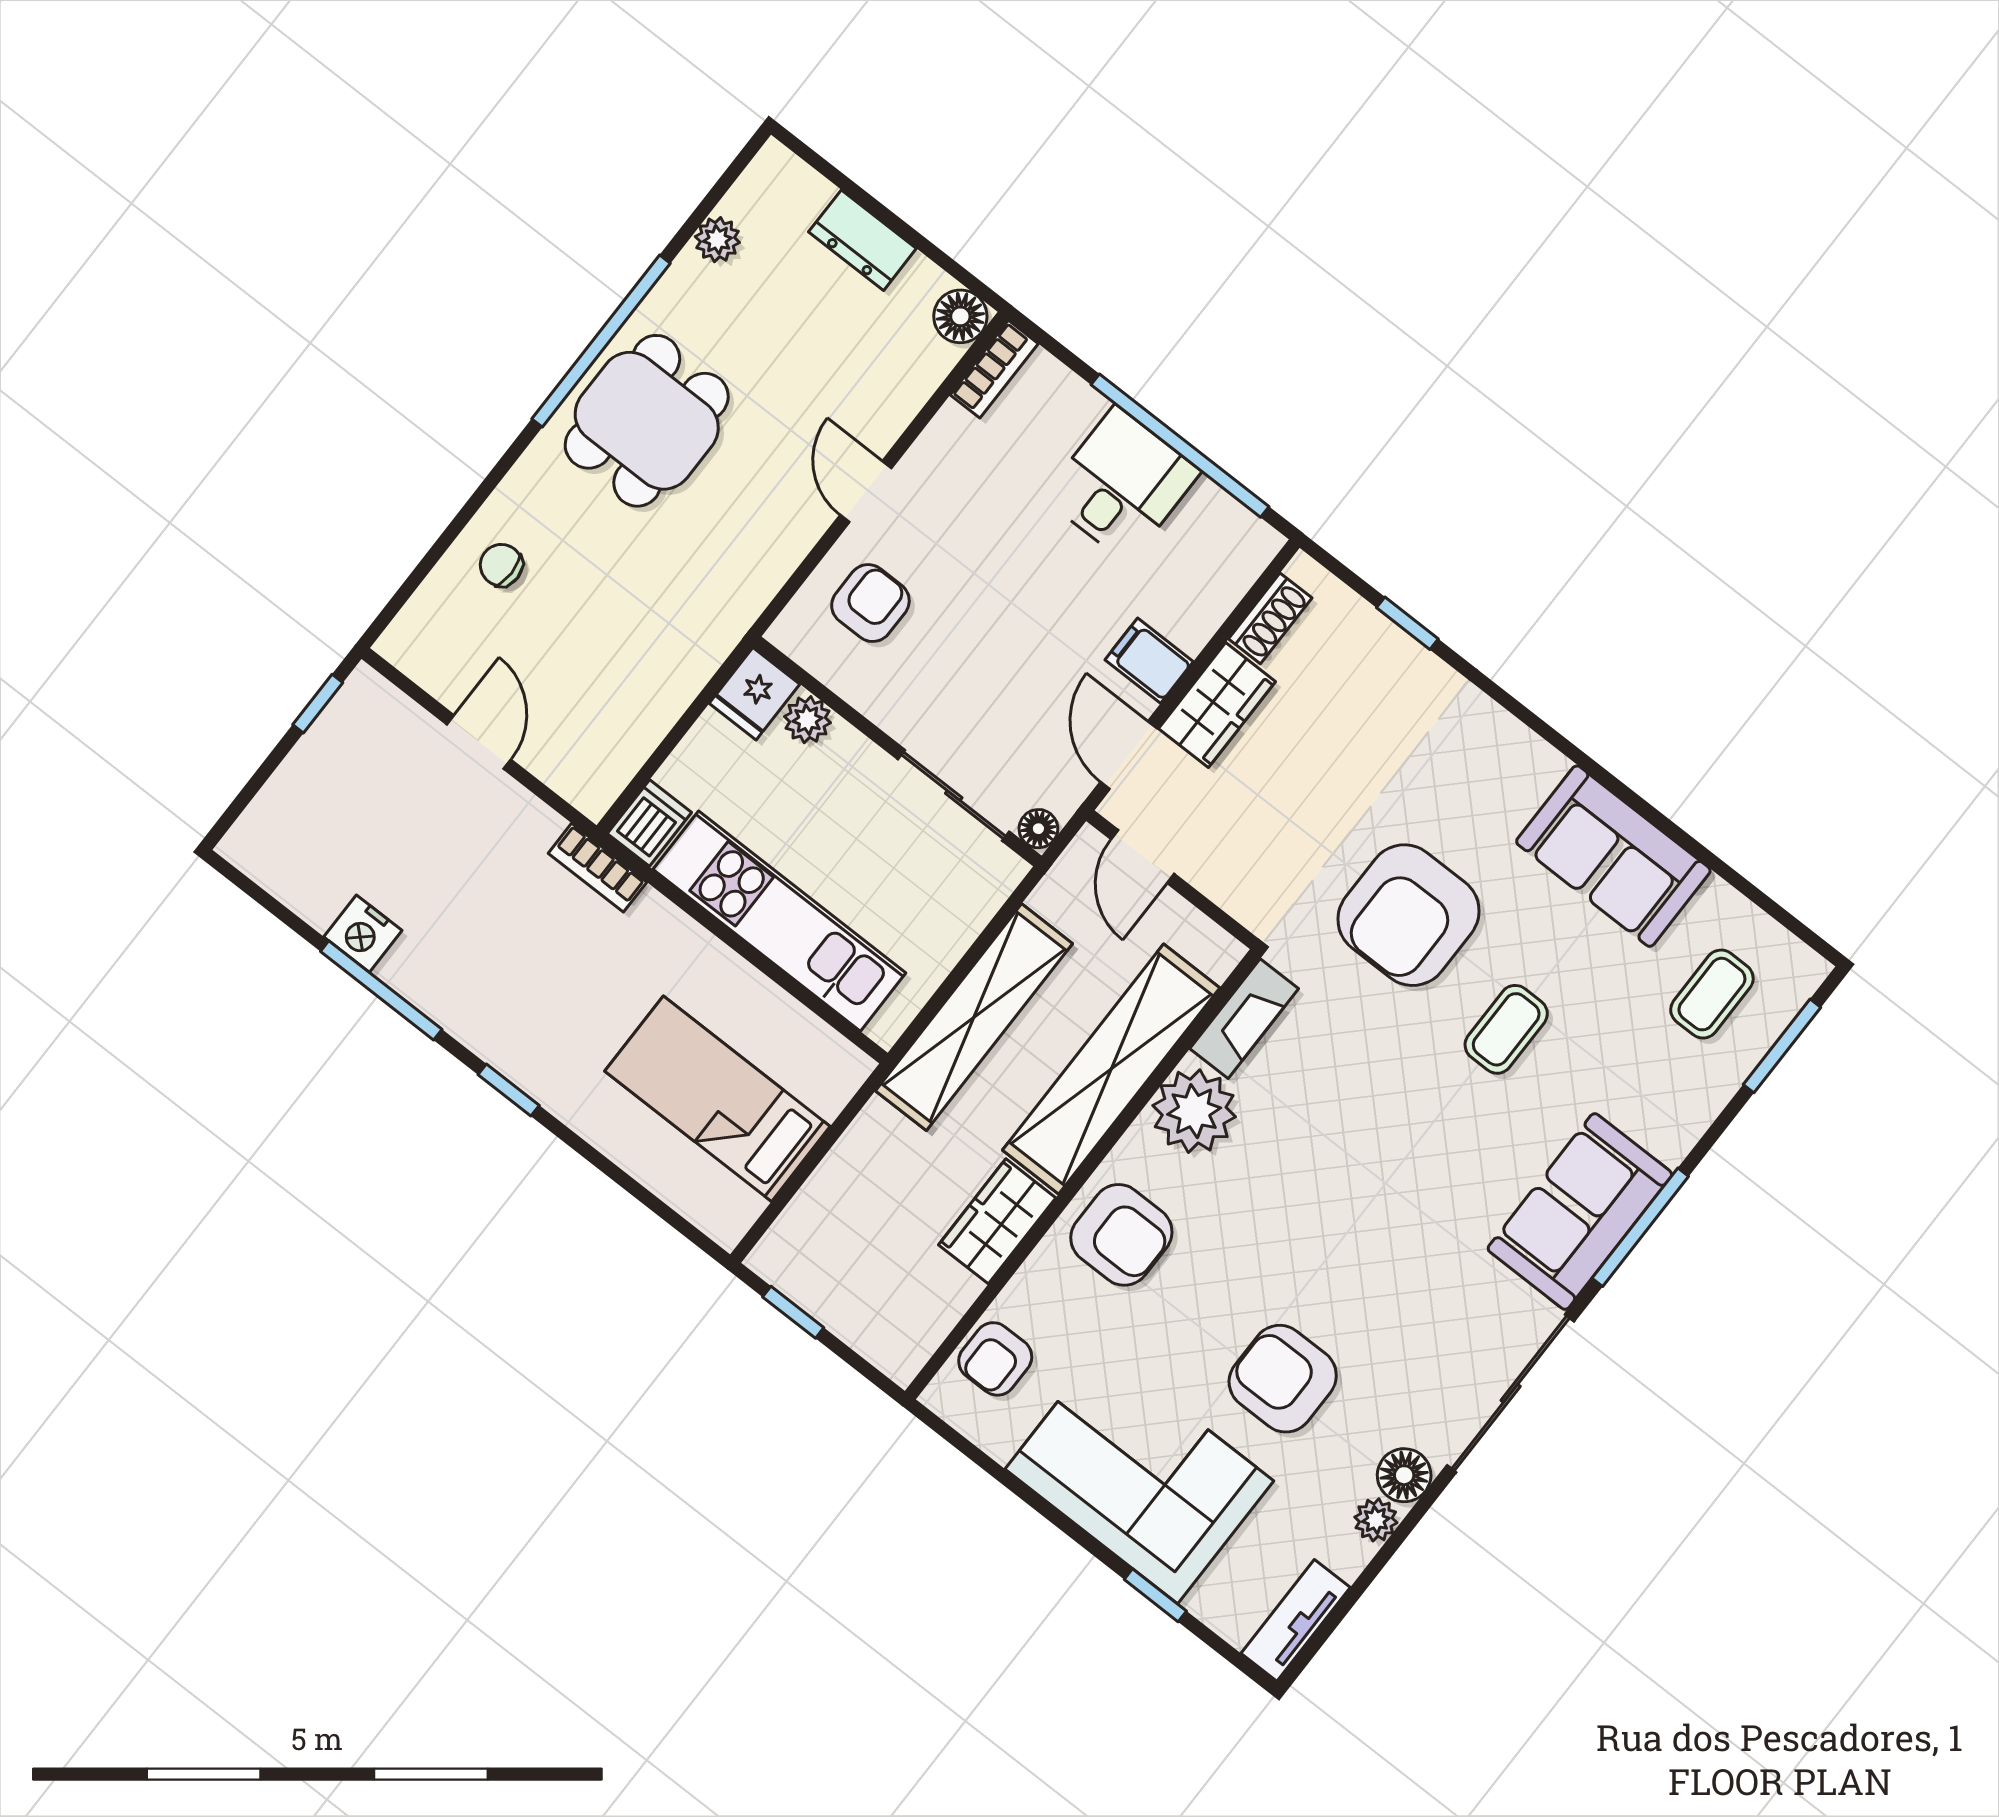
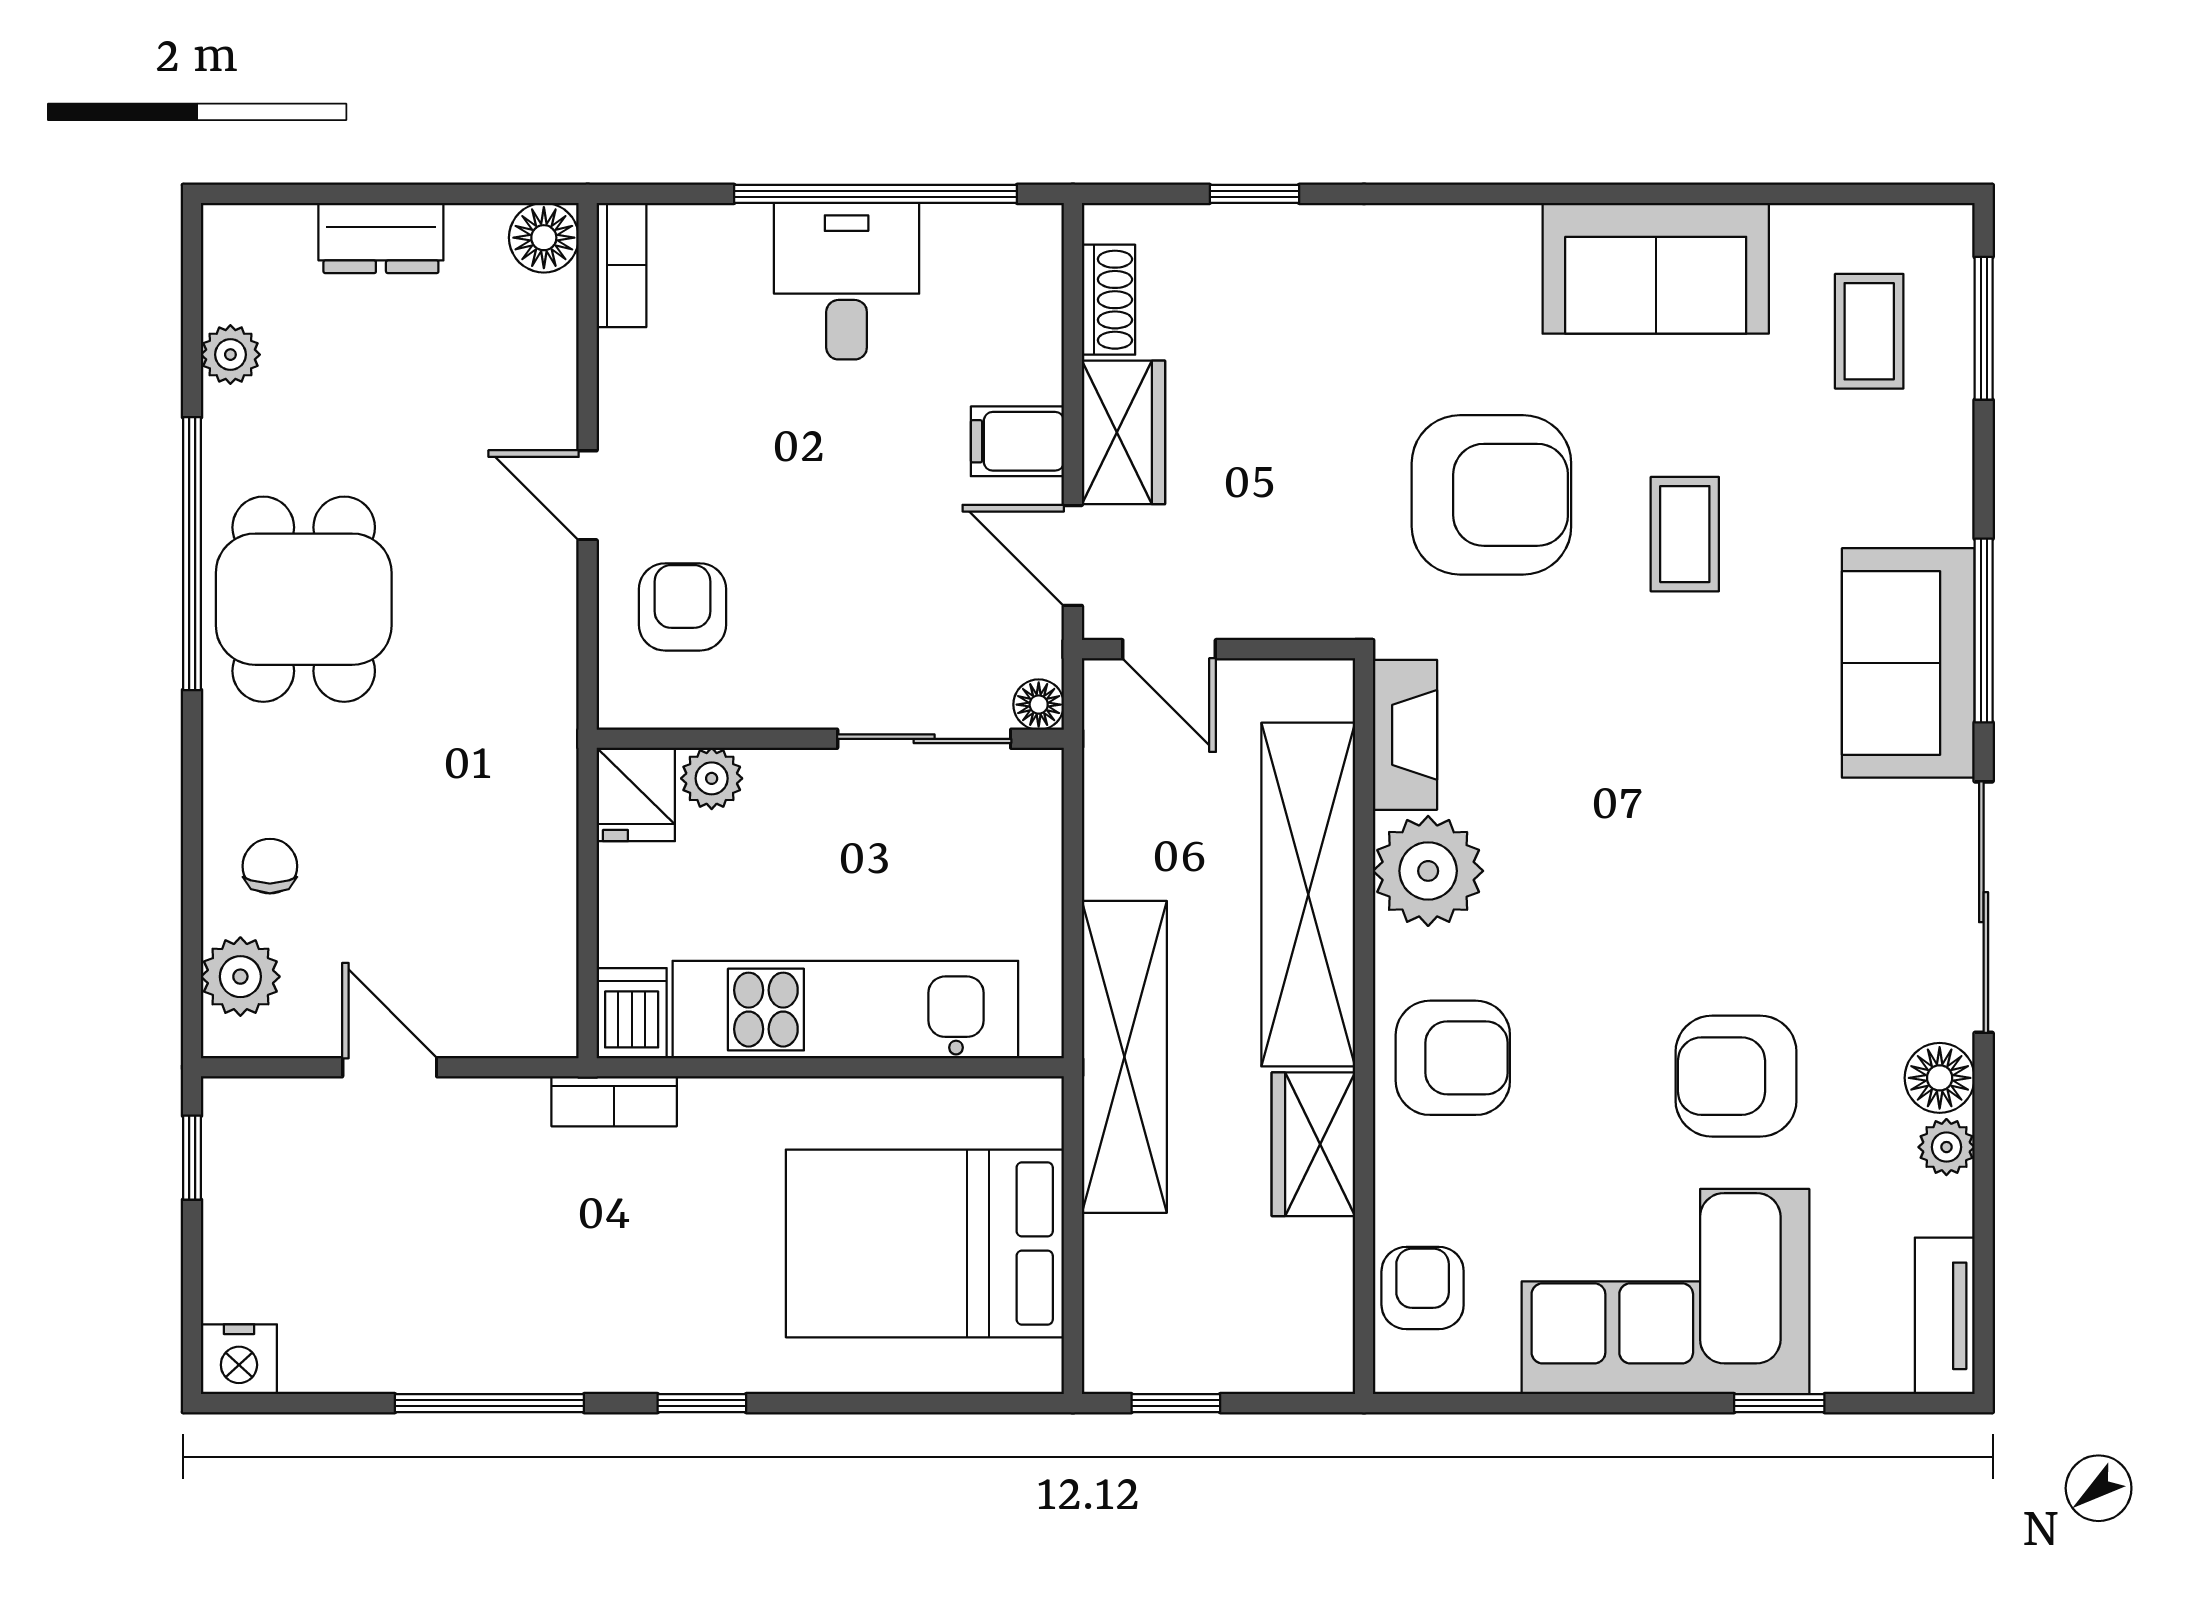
chair: (501, 565) -> (270, 866), turned 90
plant: (432, 618) -> (240, 977), added
armchair: (1408, 915) -> (1491, 495), turned -90
nightstand: (363, 934) -> (239, 1359), moved
shelving: (974, 1017) -> (1124, 1057), moved
bed: (717, 1099) -> (925, 1243), width x1.50
armchair: (995, 1359) -> (1423, 1288), turned 180

